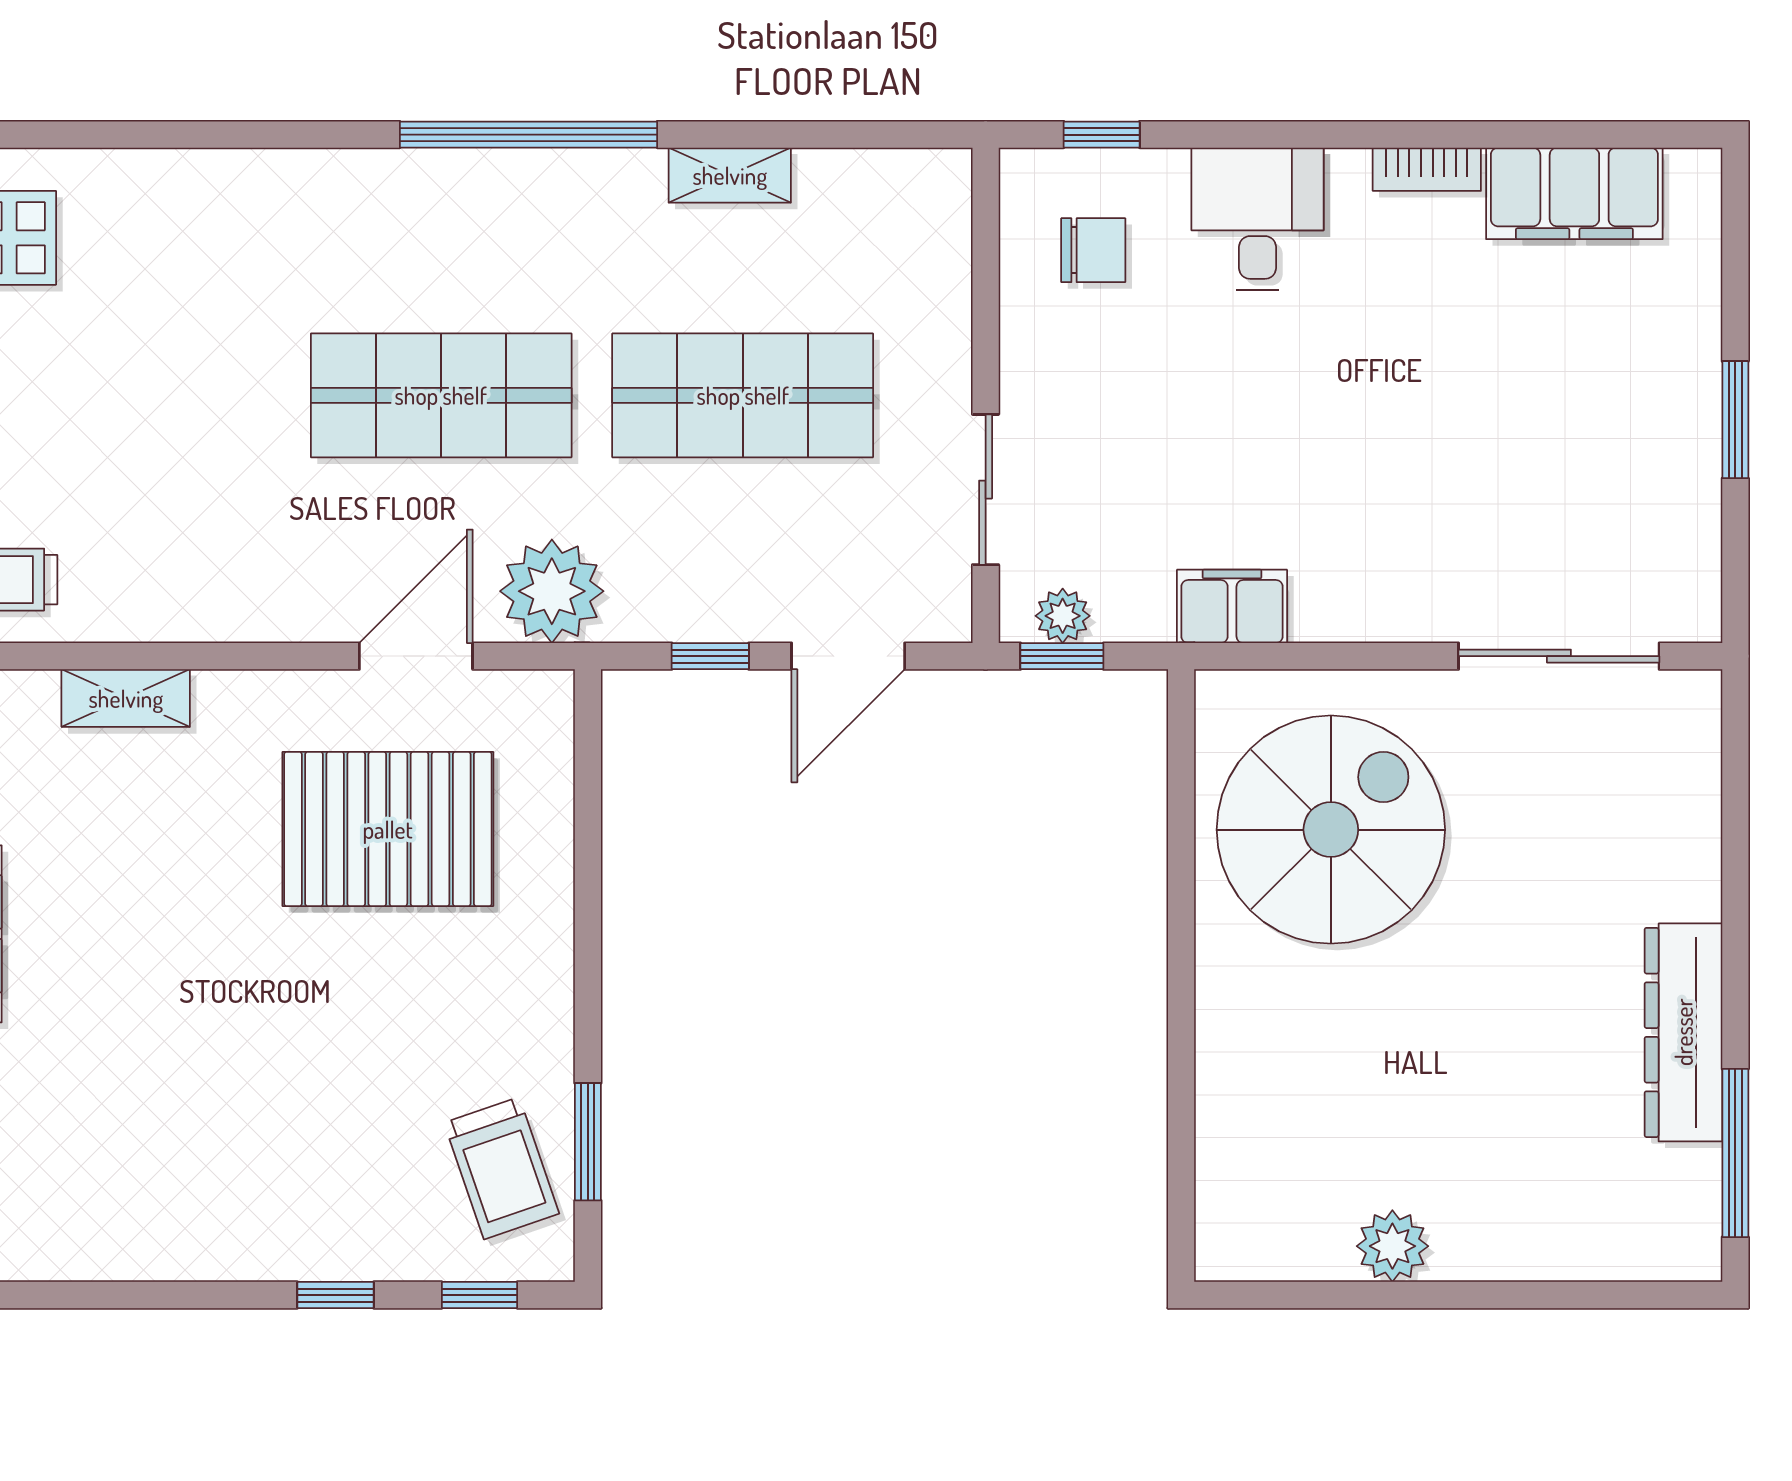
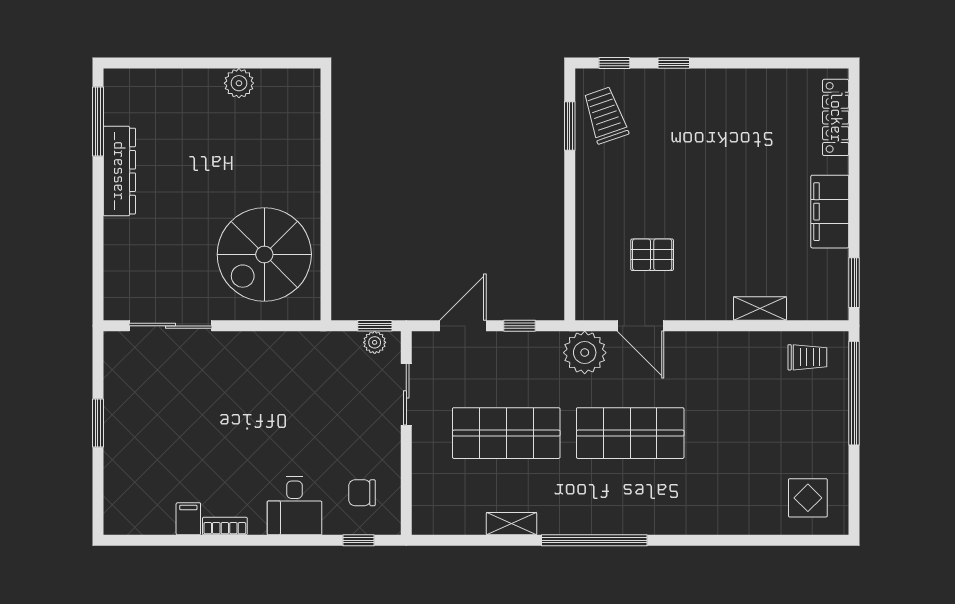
filing cabinet: (1574, 193) -> (188, 519), width x0.33, depth x0.86
filing cabinet: (1232, 606) -> (305, 346), removed
door: (416, 656) -> (641, 326), hinge flipped
pallet: (388, 829) -> (652, 255), width x0.49, depth x0.50

